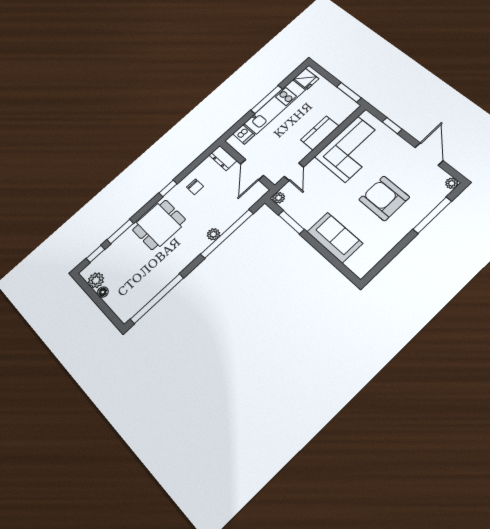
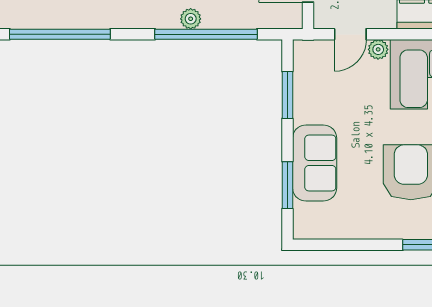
plant: (279, 198) -> (378, 49), moved
window: (332, 259) -> (287, 185), added

